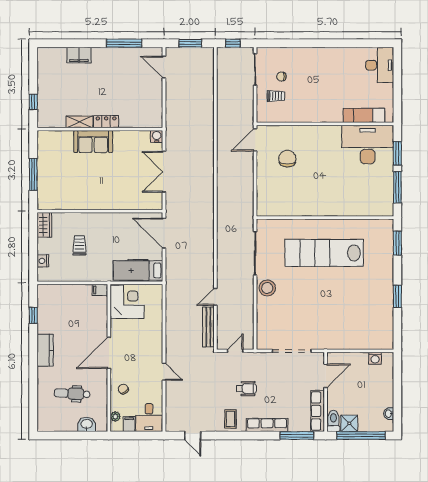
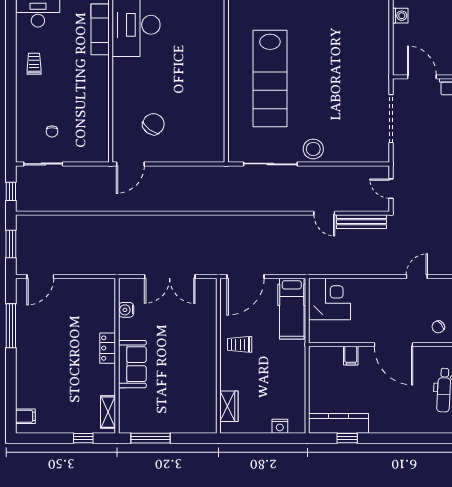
filing cabinet: (79, 55) -> (25, 416), moved, width x0.50
trolley: (276, 96) -> (34, 64), moved
shelving: (79, 122) -> (108, 412), moved
water cooler: (157, 137) -> (126, 310), moved
door: (255, 140) -> (130, 164), hinge flipped
chair: (287, 159) -> (153, 124), turned 126
window: (33, 174) -> (151, 438), moved
wardrobe: (44, 225) -> (229, 406), moved, turned 90
trolley: (79, 245) -> (240, 344), moved
filing cabinet: (100, 290) -> (351, 356), moved
corner desk: (127, 302) -> (330, 299), moved, turned 90
kitchen counter: (45, 350) -> (339, 423), moved, width x1.50
wheelchair: (246, 389) -> (438, 175), removed

